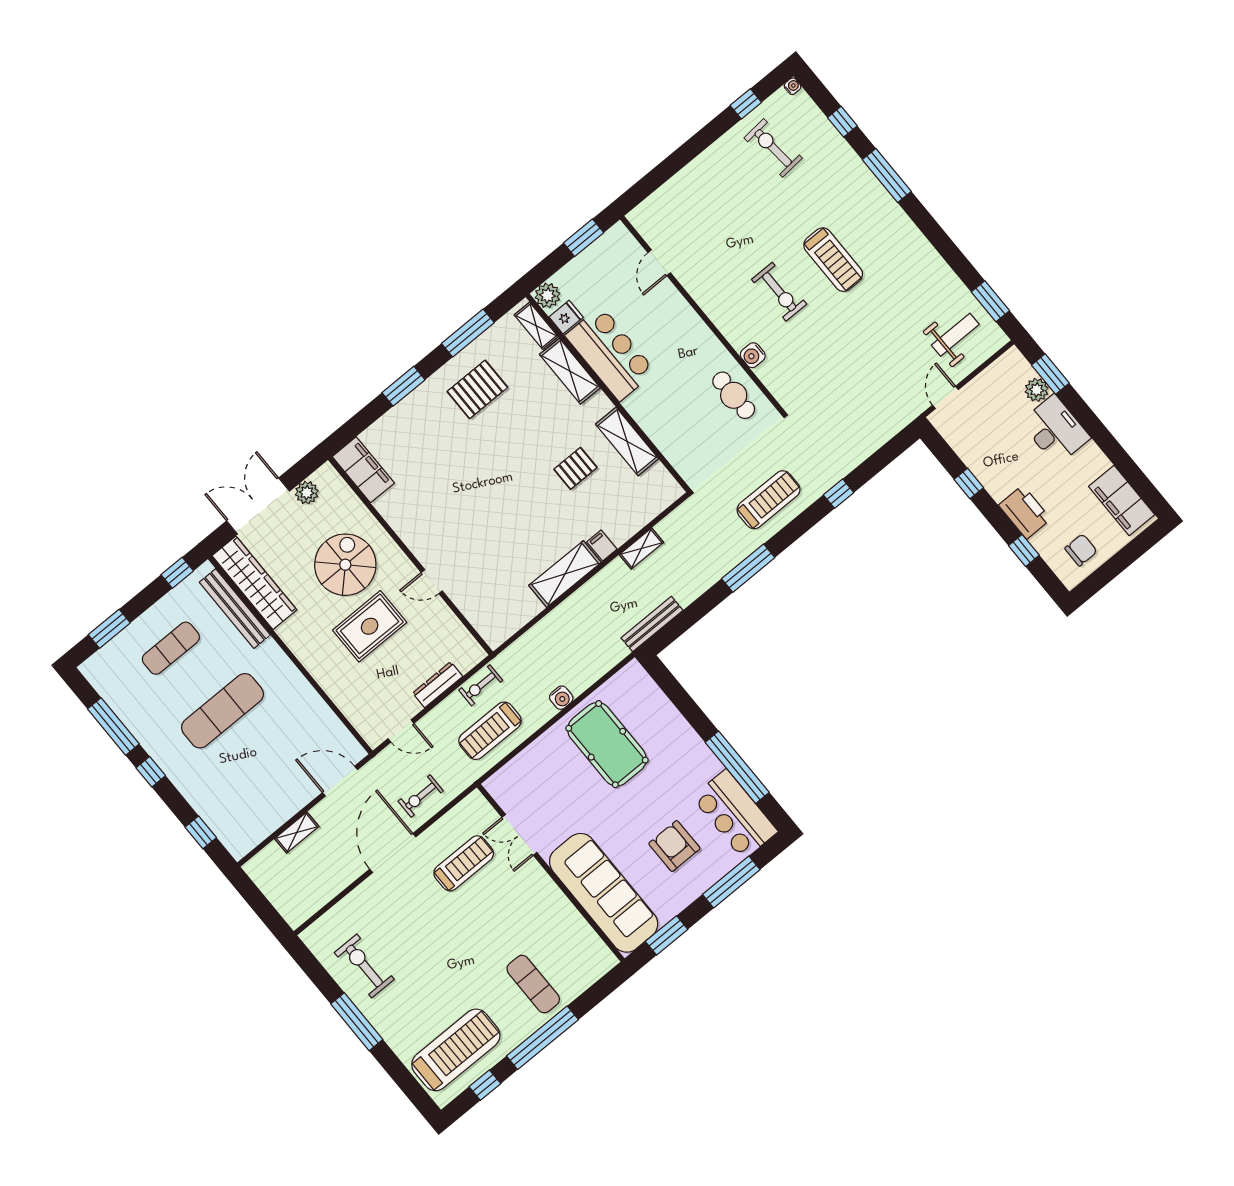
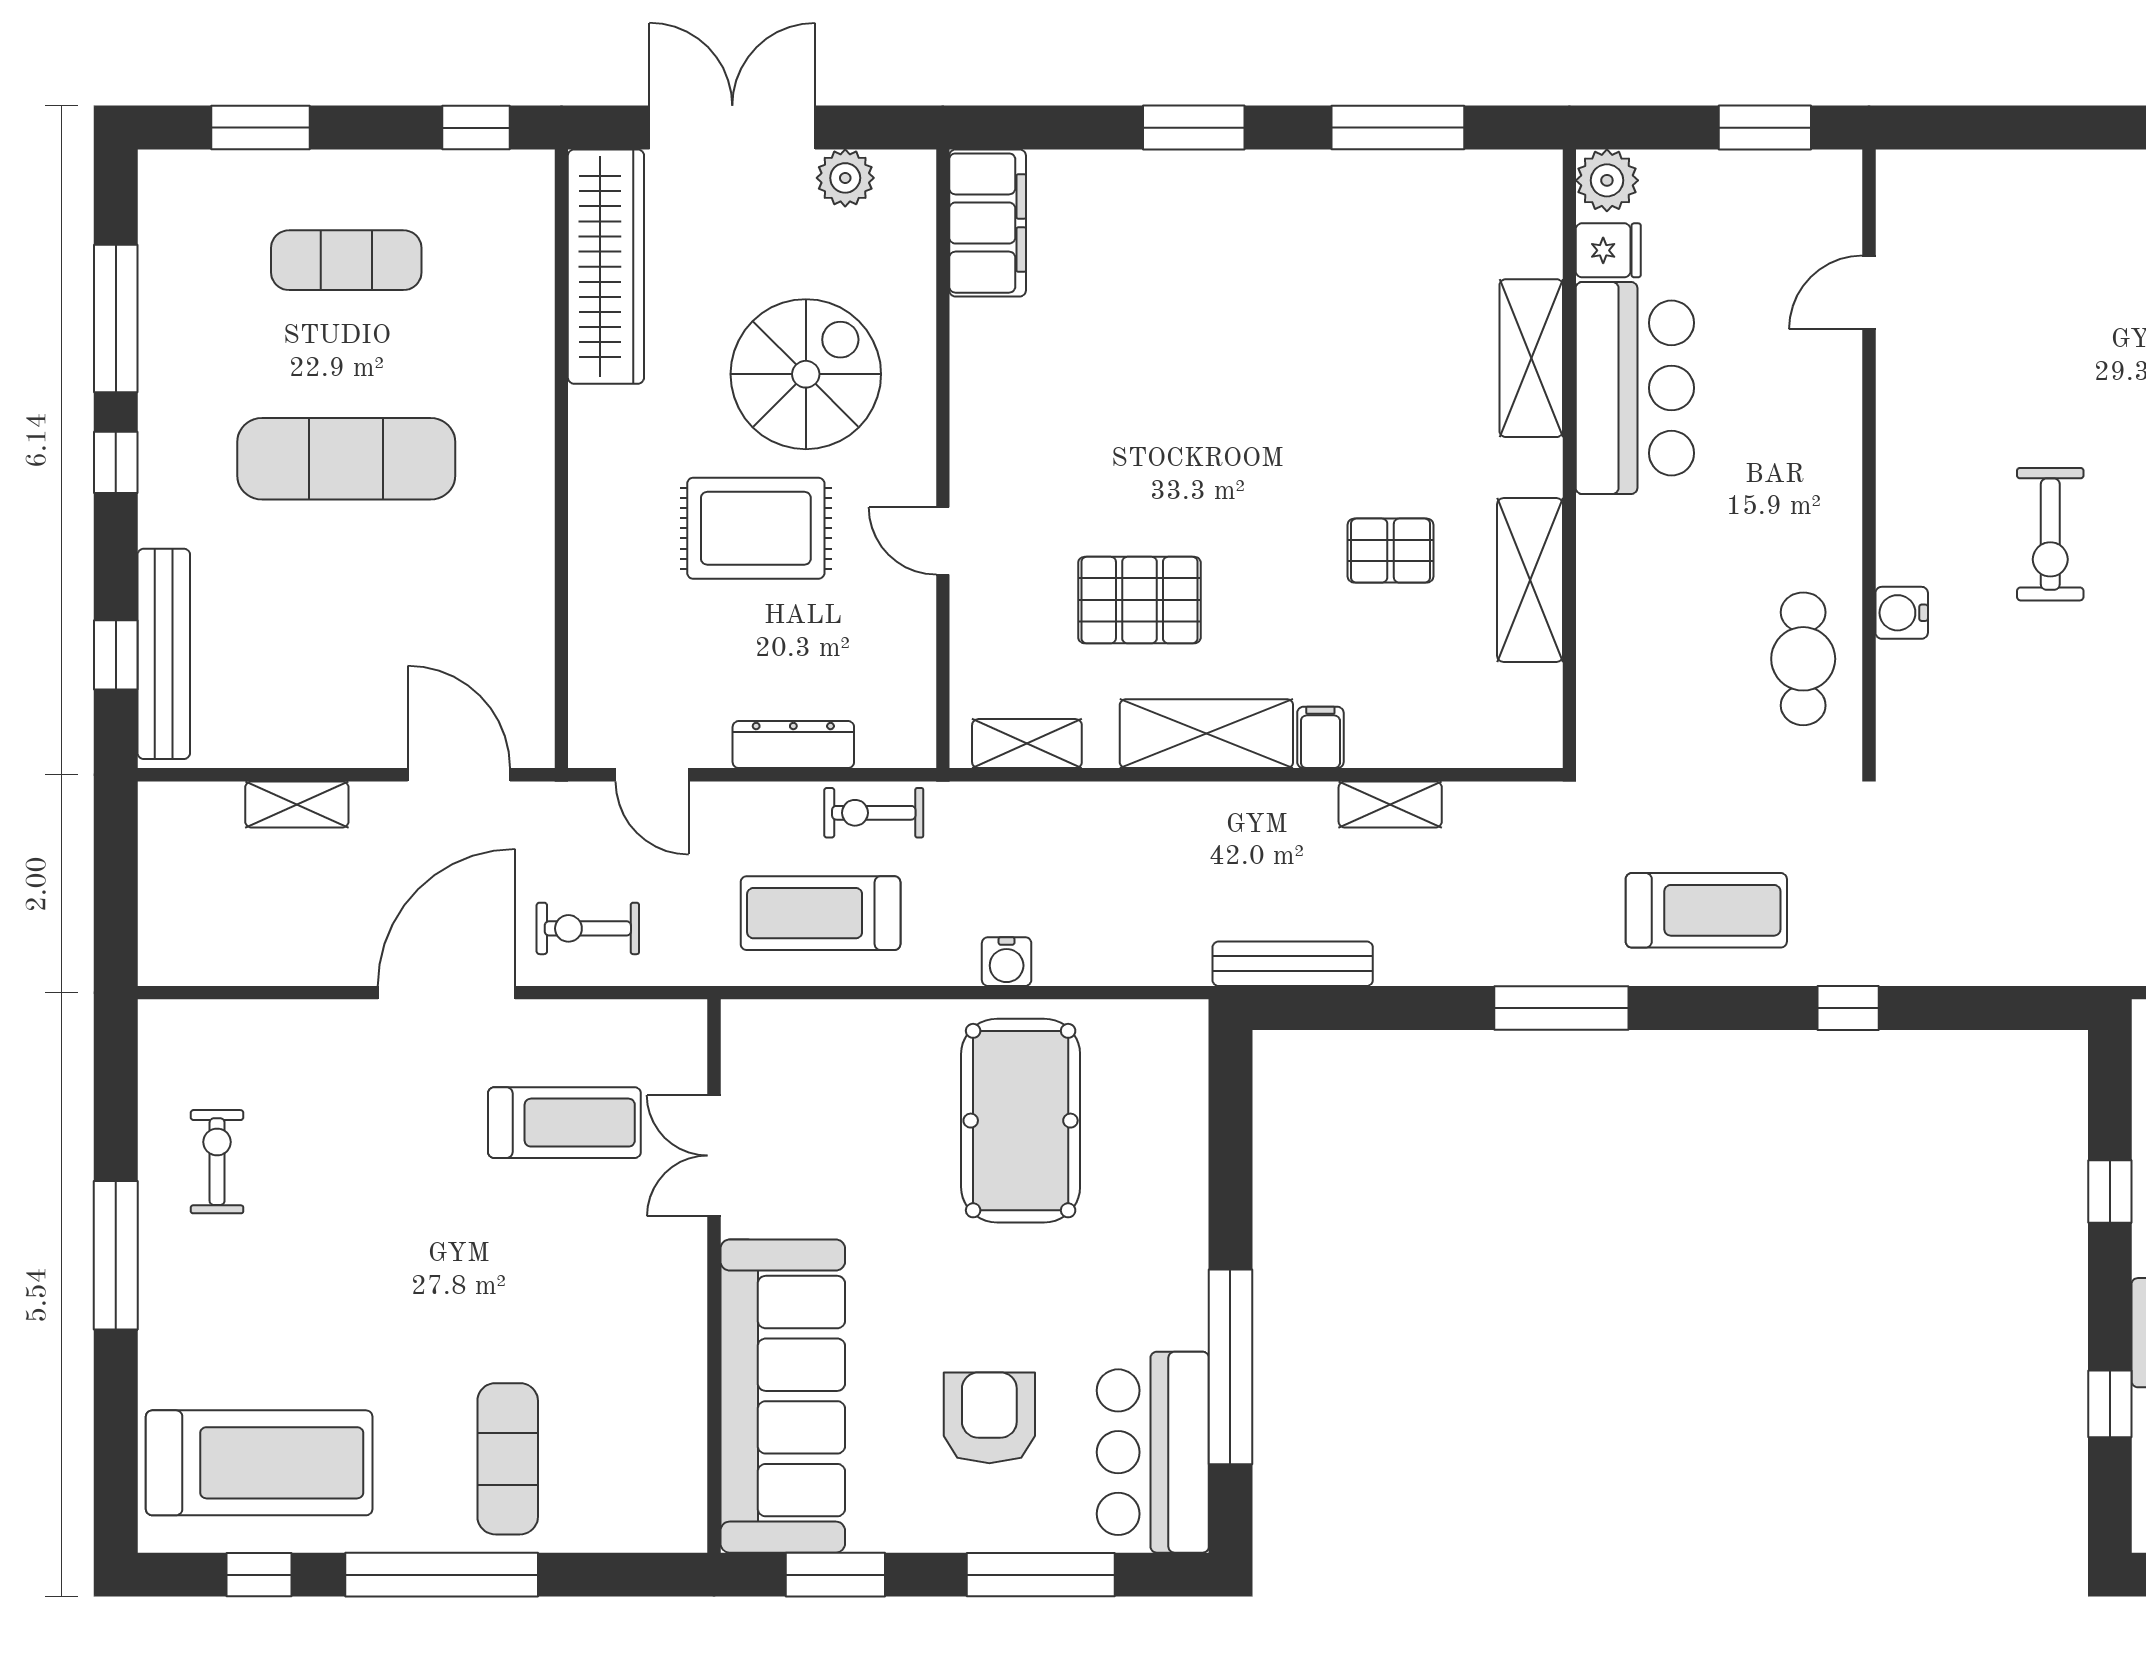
shelving: (536, 326) -> (1027, 744), moved, turned 90
pallet: (477, 389) -> (1139, 600), moved
bench: (235, 609) -> (164, 654), moved
exercise bike: (364, 966) -> (217, 1162), width x0.73, depth x0.72

